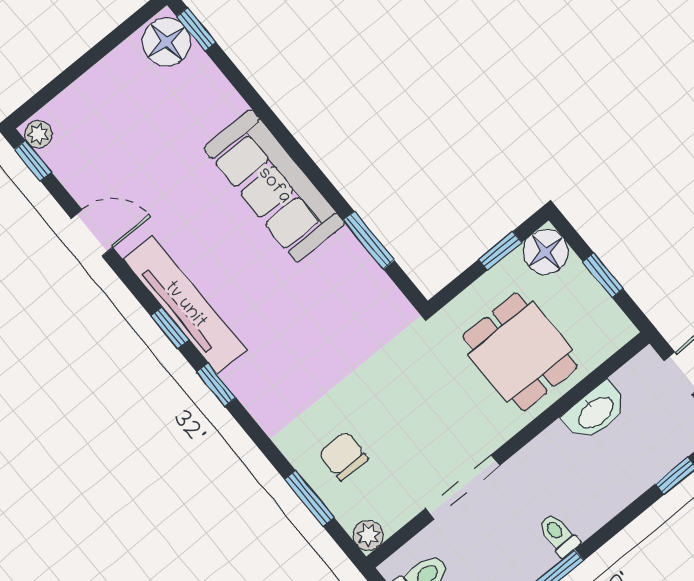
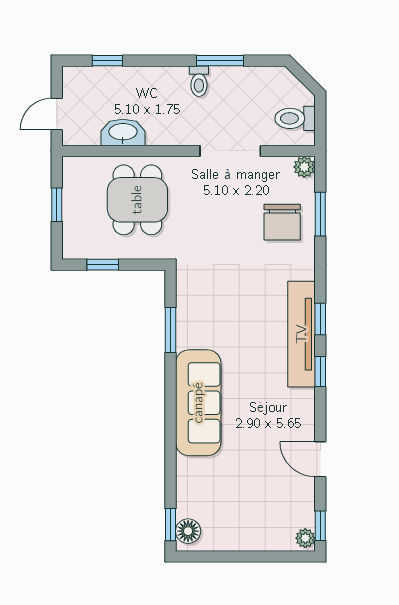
floor lamp: (166, 42) -> (188, 531), width x0.73, depth x0.73
floor lamp: (546, 252) -> (78, 243), removed
tv unit: (185, 305) -> (302, 334), moved
chair: (343, 456) -> (282, 222), width x1.37, depth x1.37

